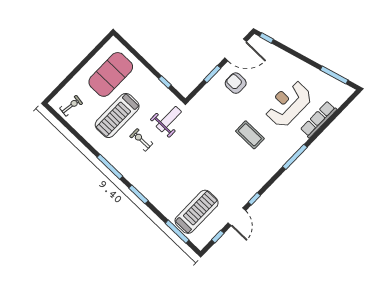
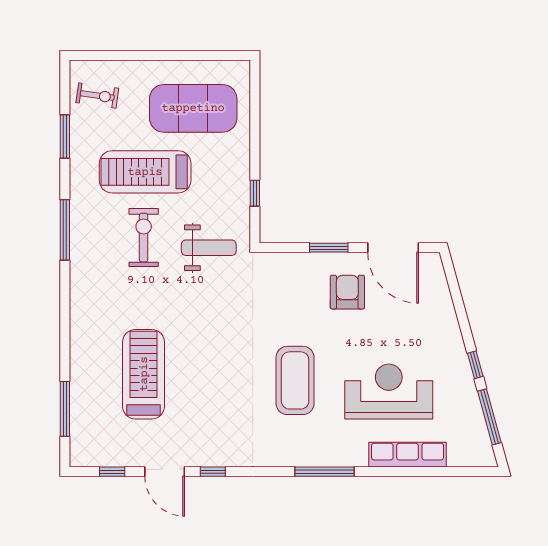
window: (266, 38) -> (475, 365), moved
coffee table: (250, 135) -> (295, 380), width x1.36, depth x1.32
exercise bike: (141, 140) -> (144, 238), width x1.38, depth x1.39
window: (138, 194) -> (65, 136), moved
treadmill: (197, 212) -> (144, 374), moved, turned -90
door: (237, 217) -> (165, 472), hinge flipped

